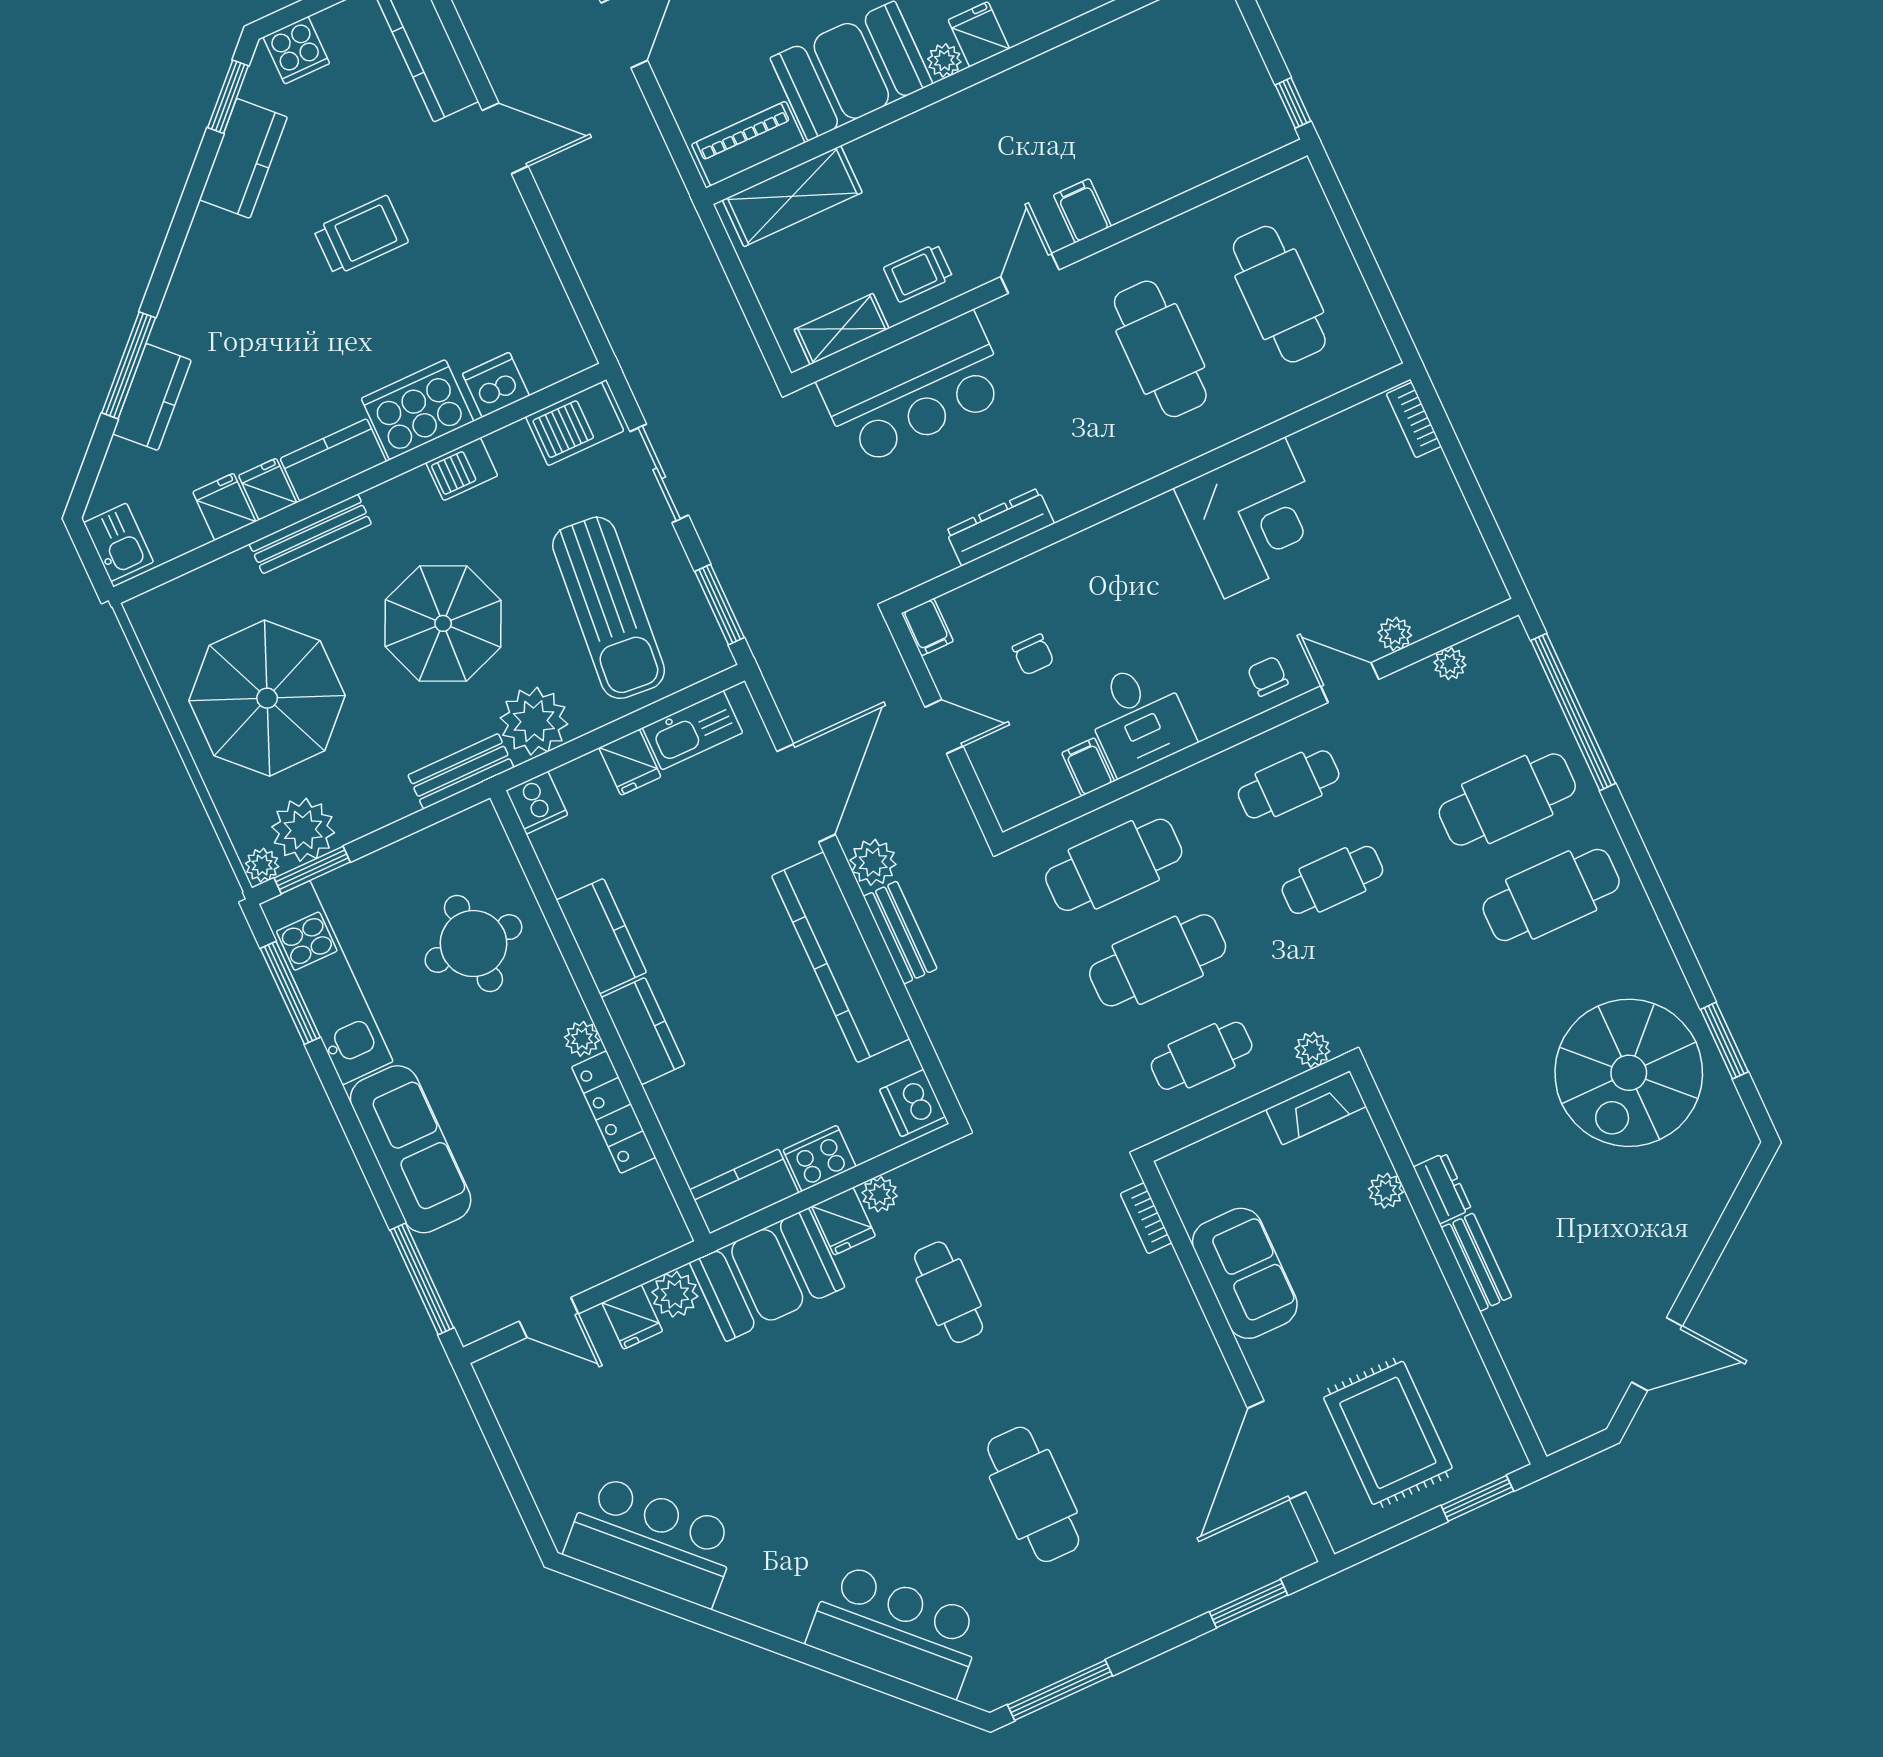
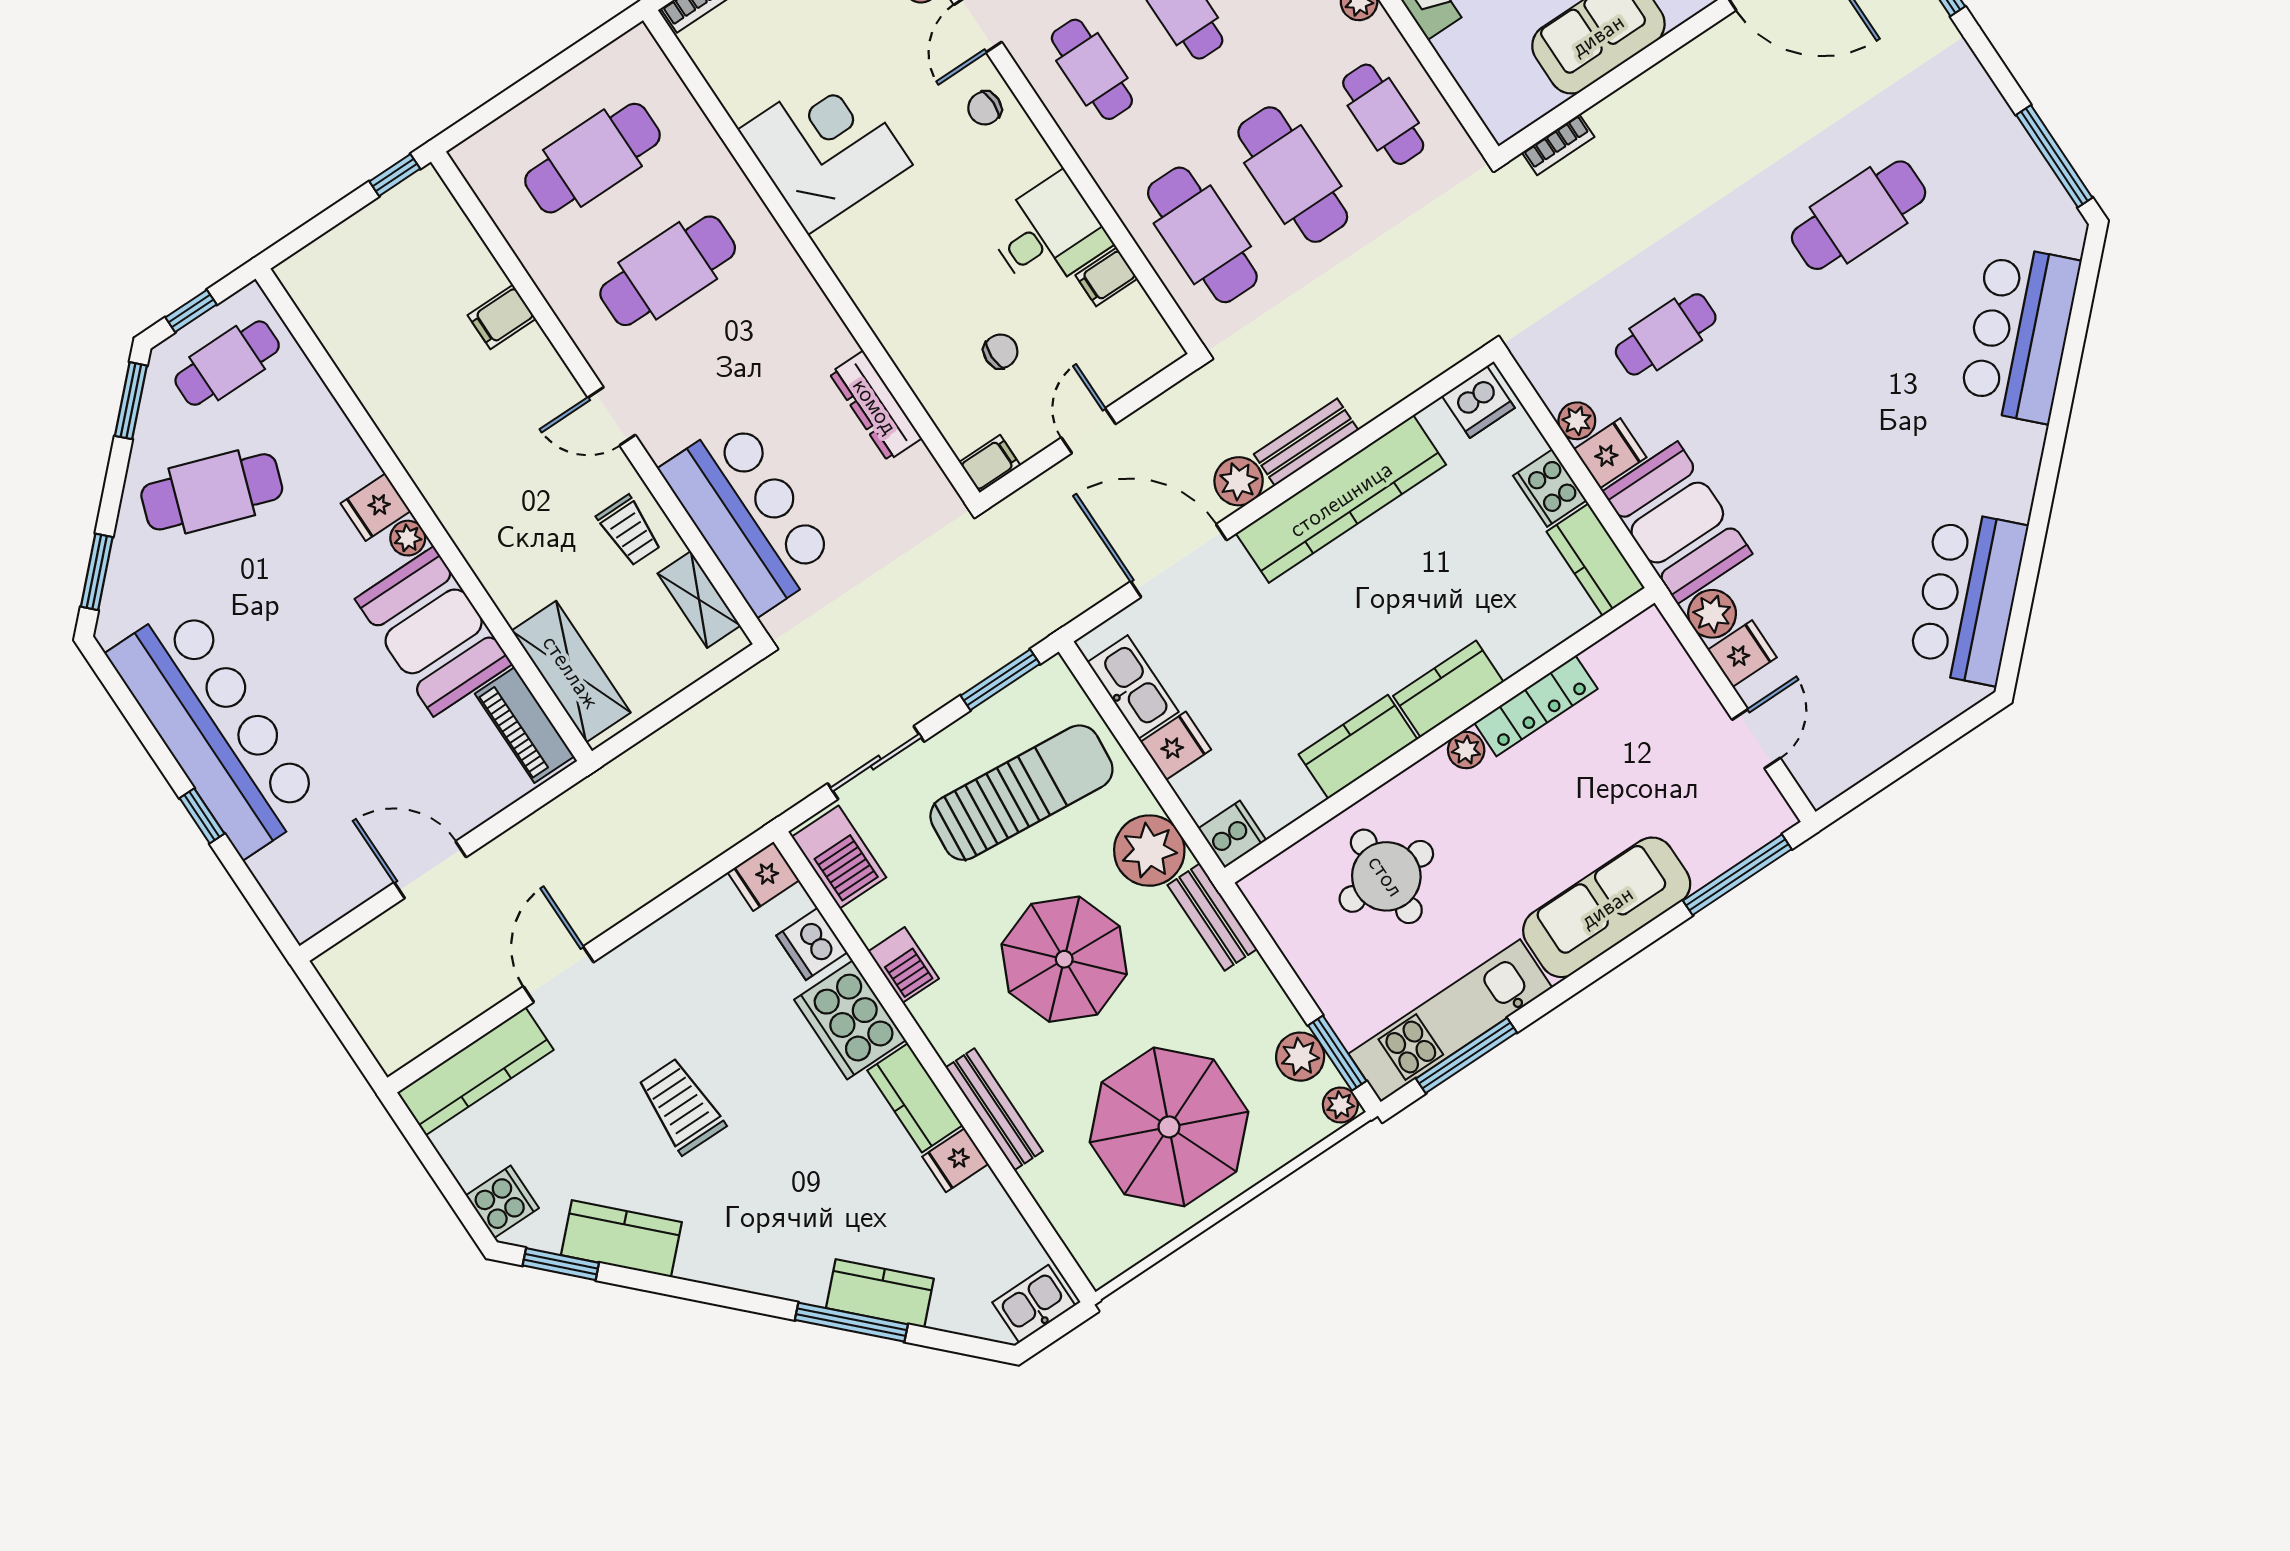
filing cabinet: (1082, 211) -> (502, 317), moved
fridge: (224, 507) -> (763, 876), moved
plant: (303, 830) -> (1300, 1057), width x0.73, depth x0.73

